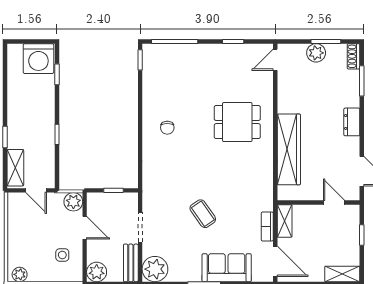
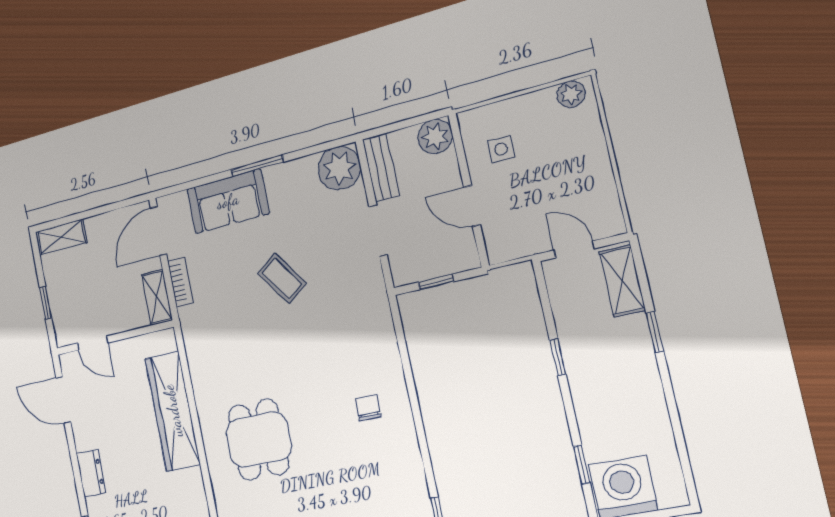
dining table: (237, 122) -> (258, 440), turned 90
plant: (73, 202) -> (502, 246), removed
door: (275, 261) -> (158, 231), hinge flipped

